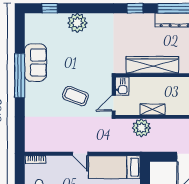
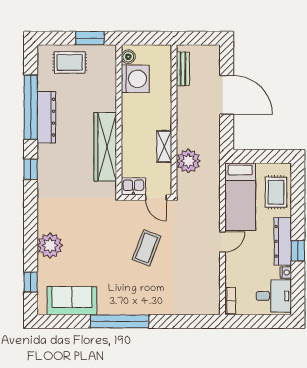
sofa: (35, 63) -> (72, 301), moved

